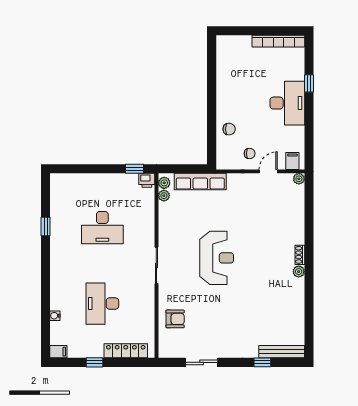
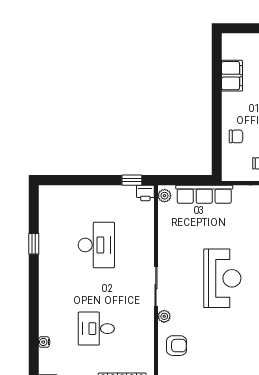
filing cabinet: (225, 74) -> (232, 76), added
plant: (164, 196) -> (164, 316), moved
desk: (102, 228) -> (96, 245), turned -90
desk: (102, 304) -> (96, 329), width x0.73

